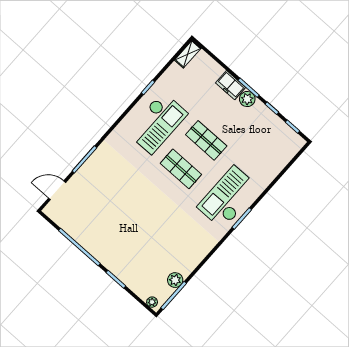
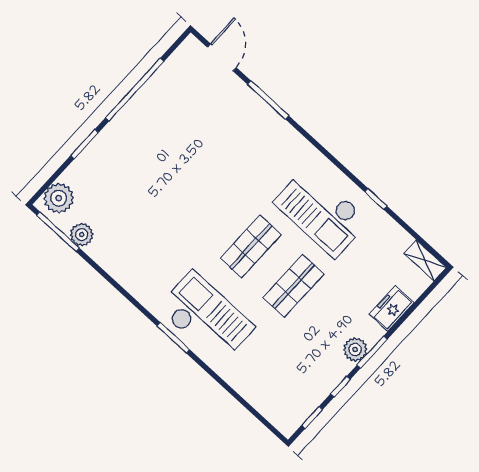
freezer: (231, 85) -> (391, 309), moved
plant: (152, 302) -> (59, 198), width x1.88, depth x1.88

